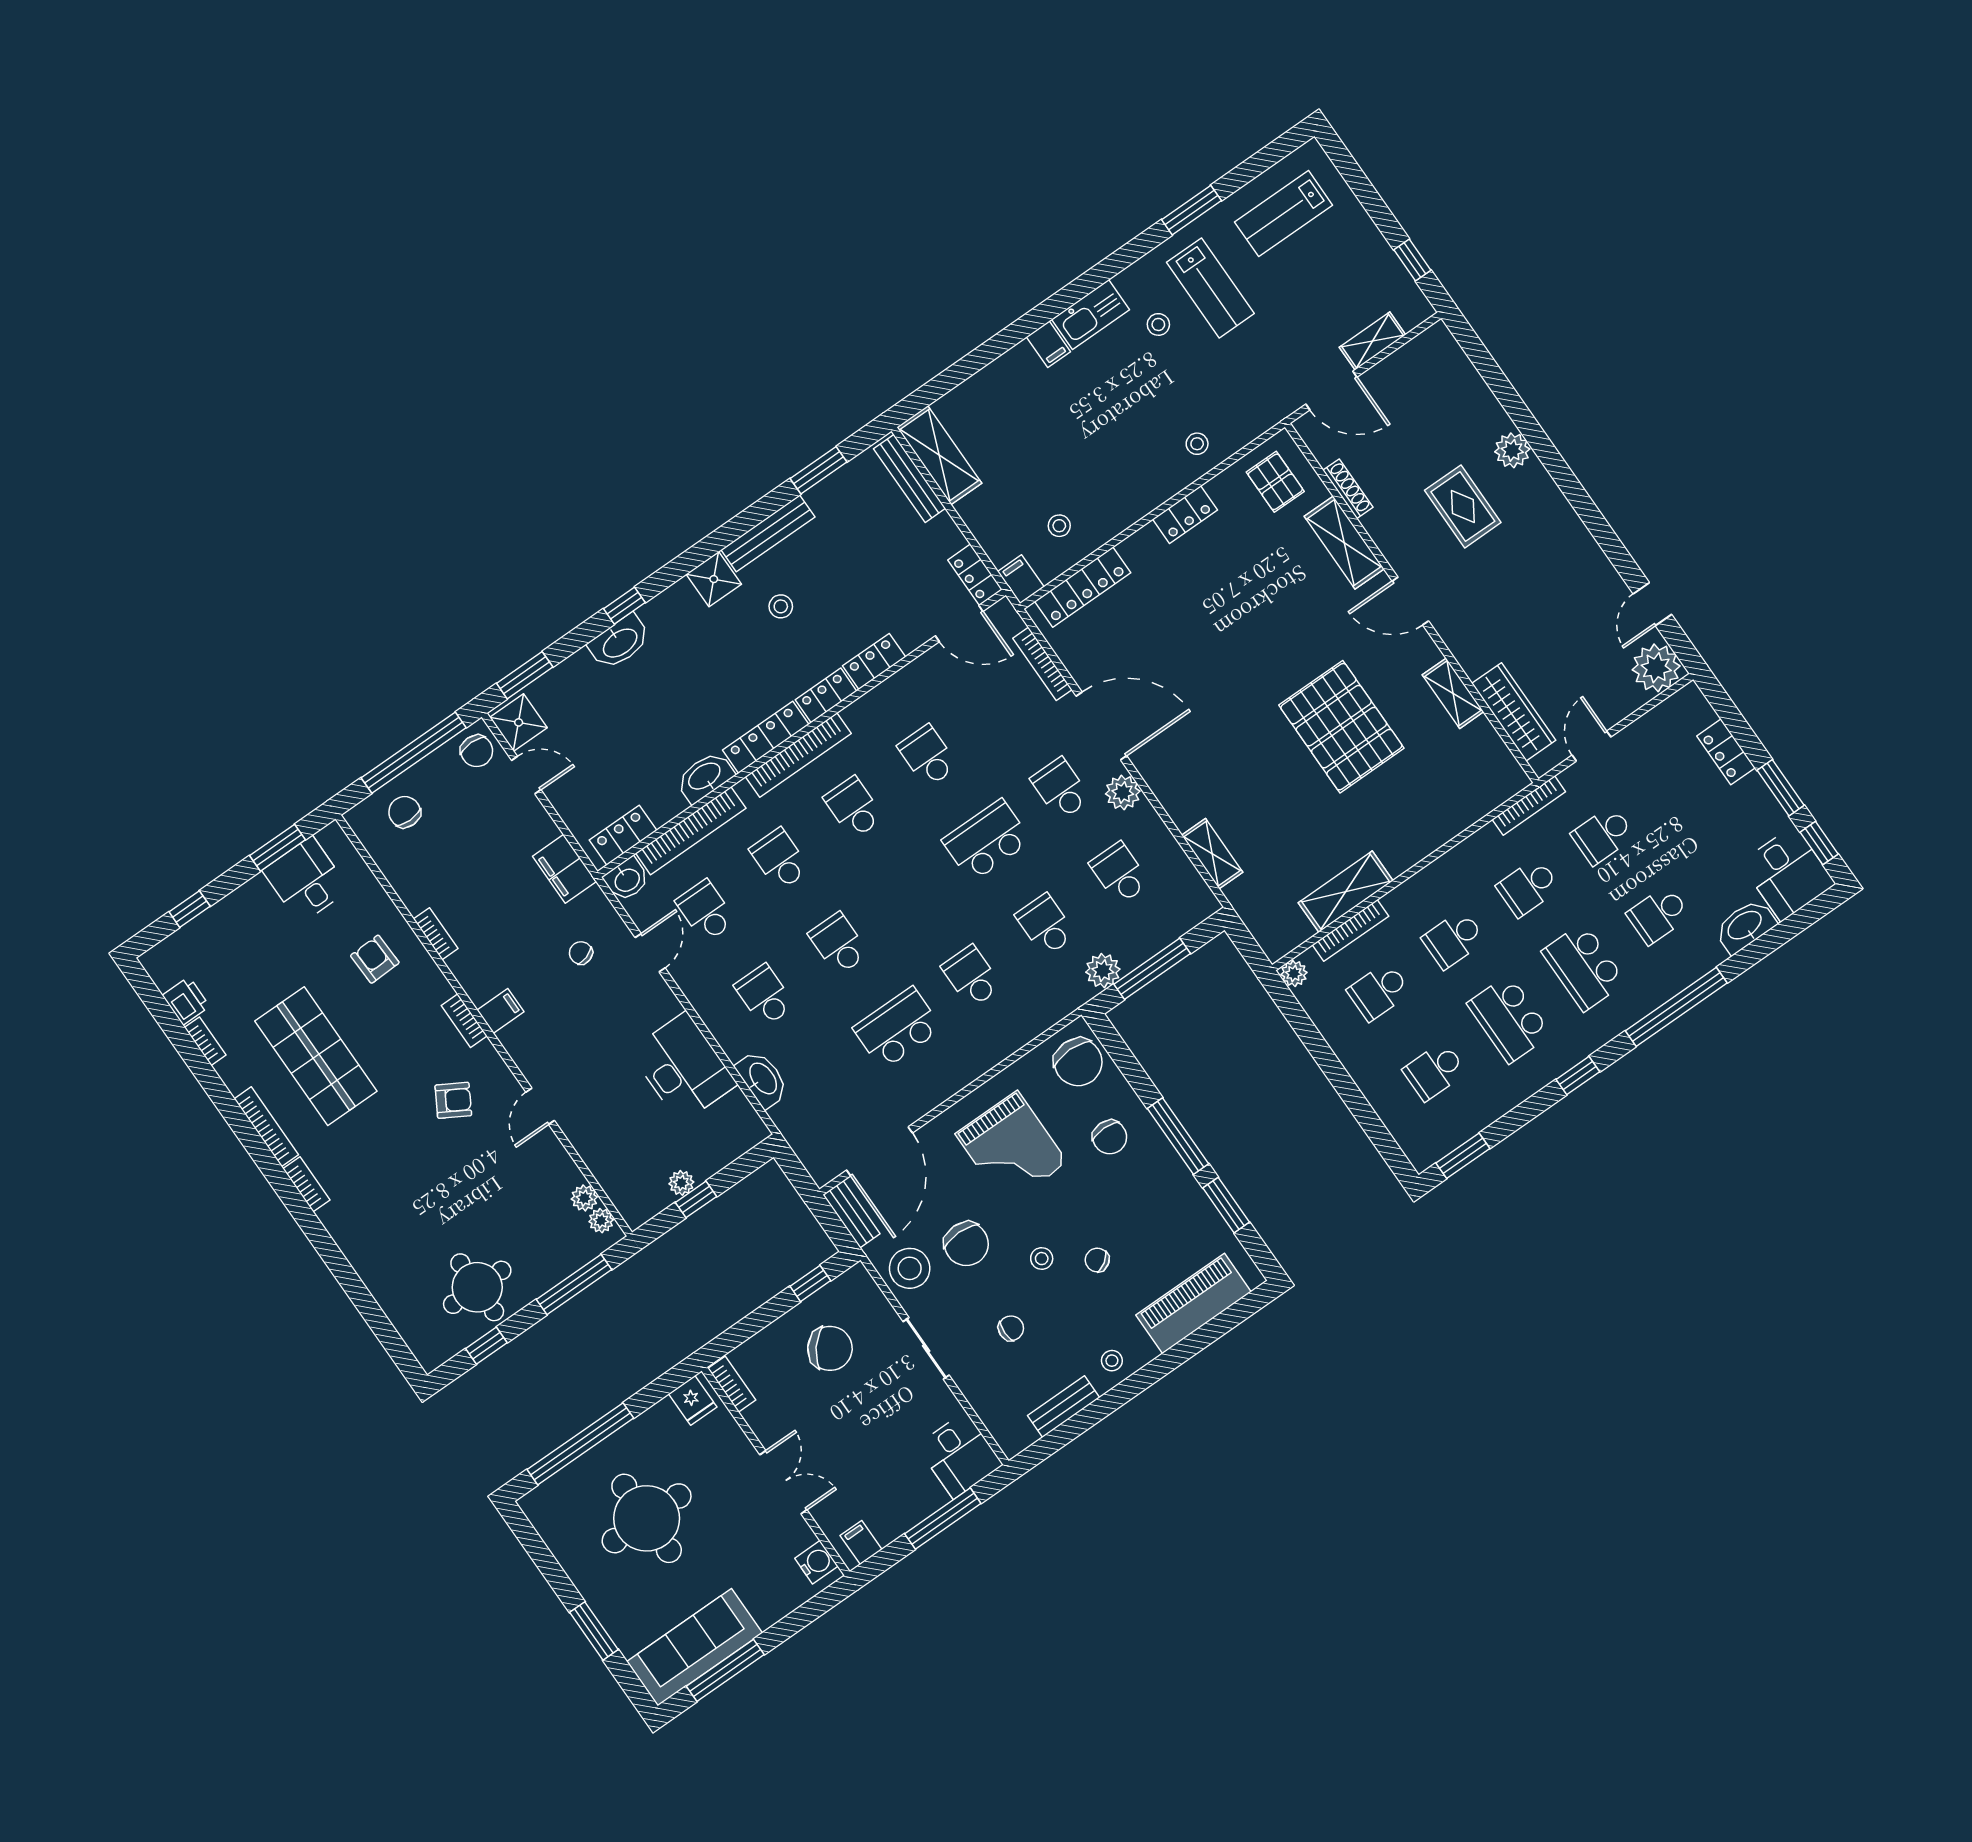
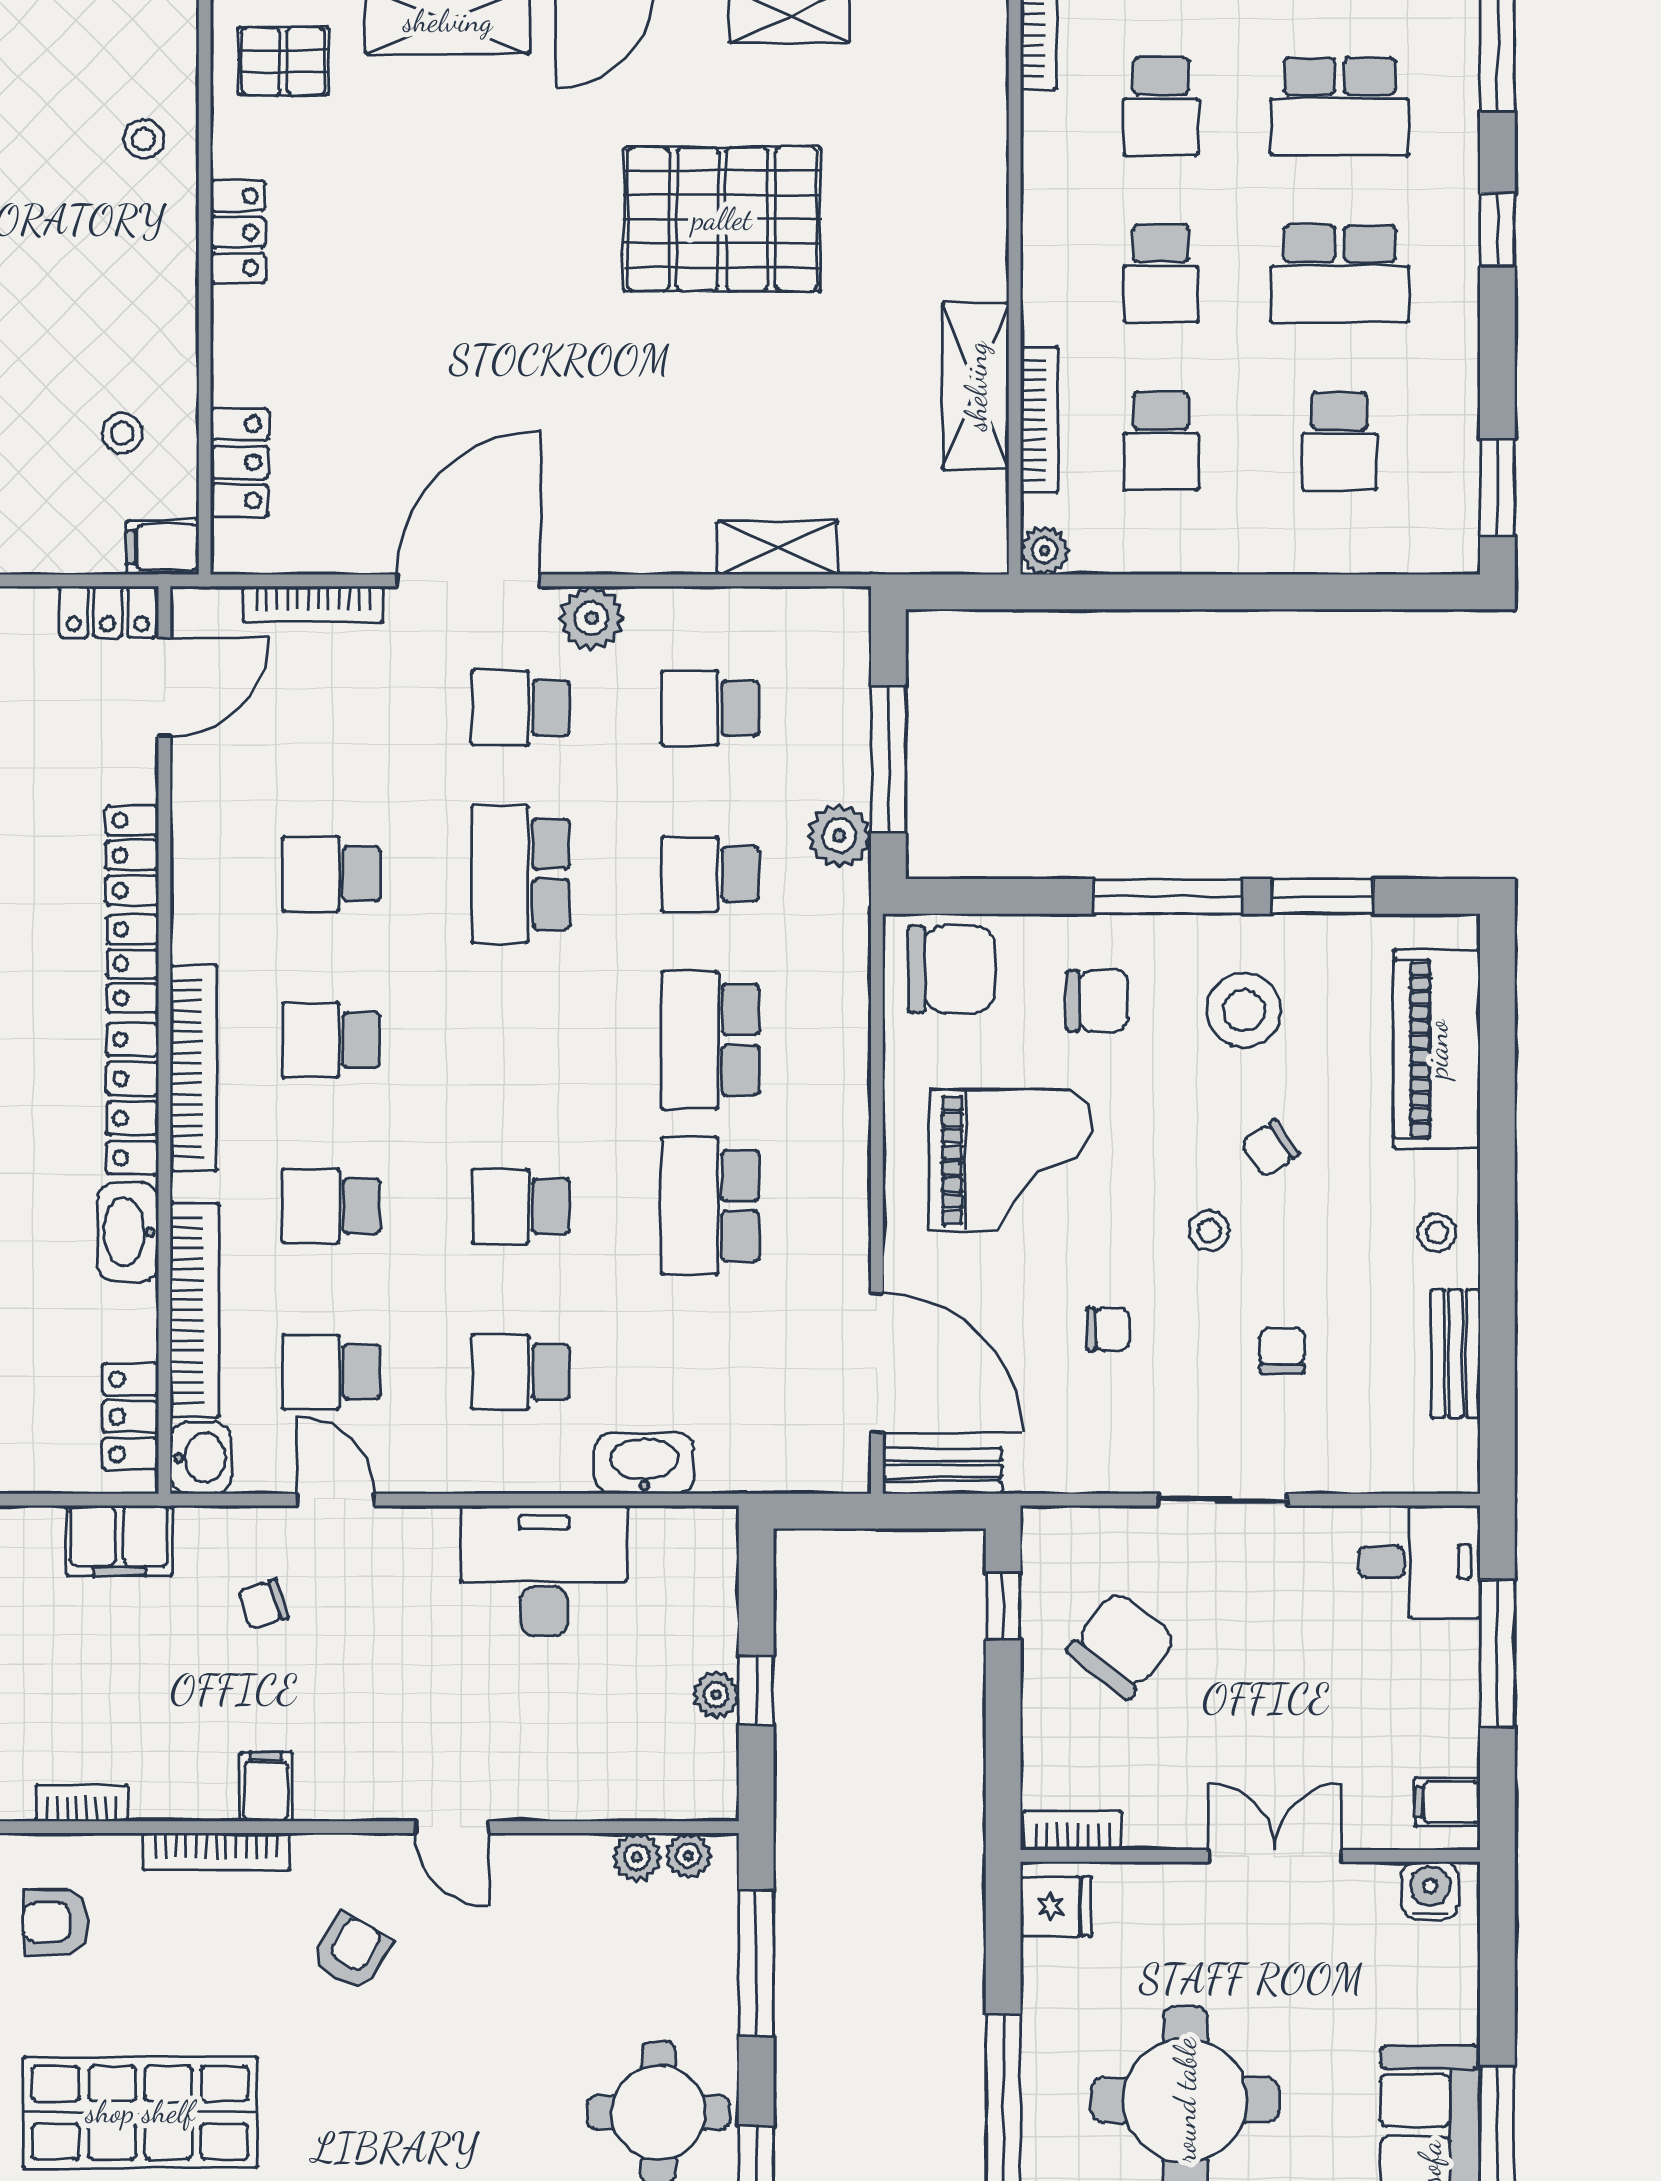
locker: (1083, 587) -> (239, 462), width x0.66
school desk: (972, 977) -> (710, 1040), width x1.85
bookcase: (464, 1021) -> (216, 1852), width x1.56
chair: (966, 1244) -> (1108, 1329), width x0.54, depth x0.54
stool: (910, 1268) -> (1244, 1010), moved

